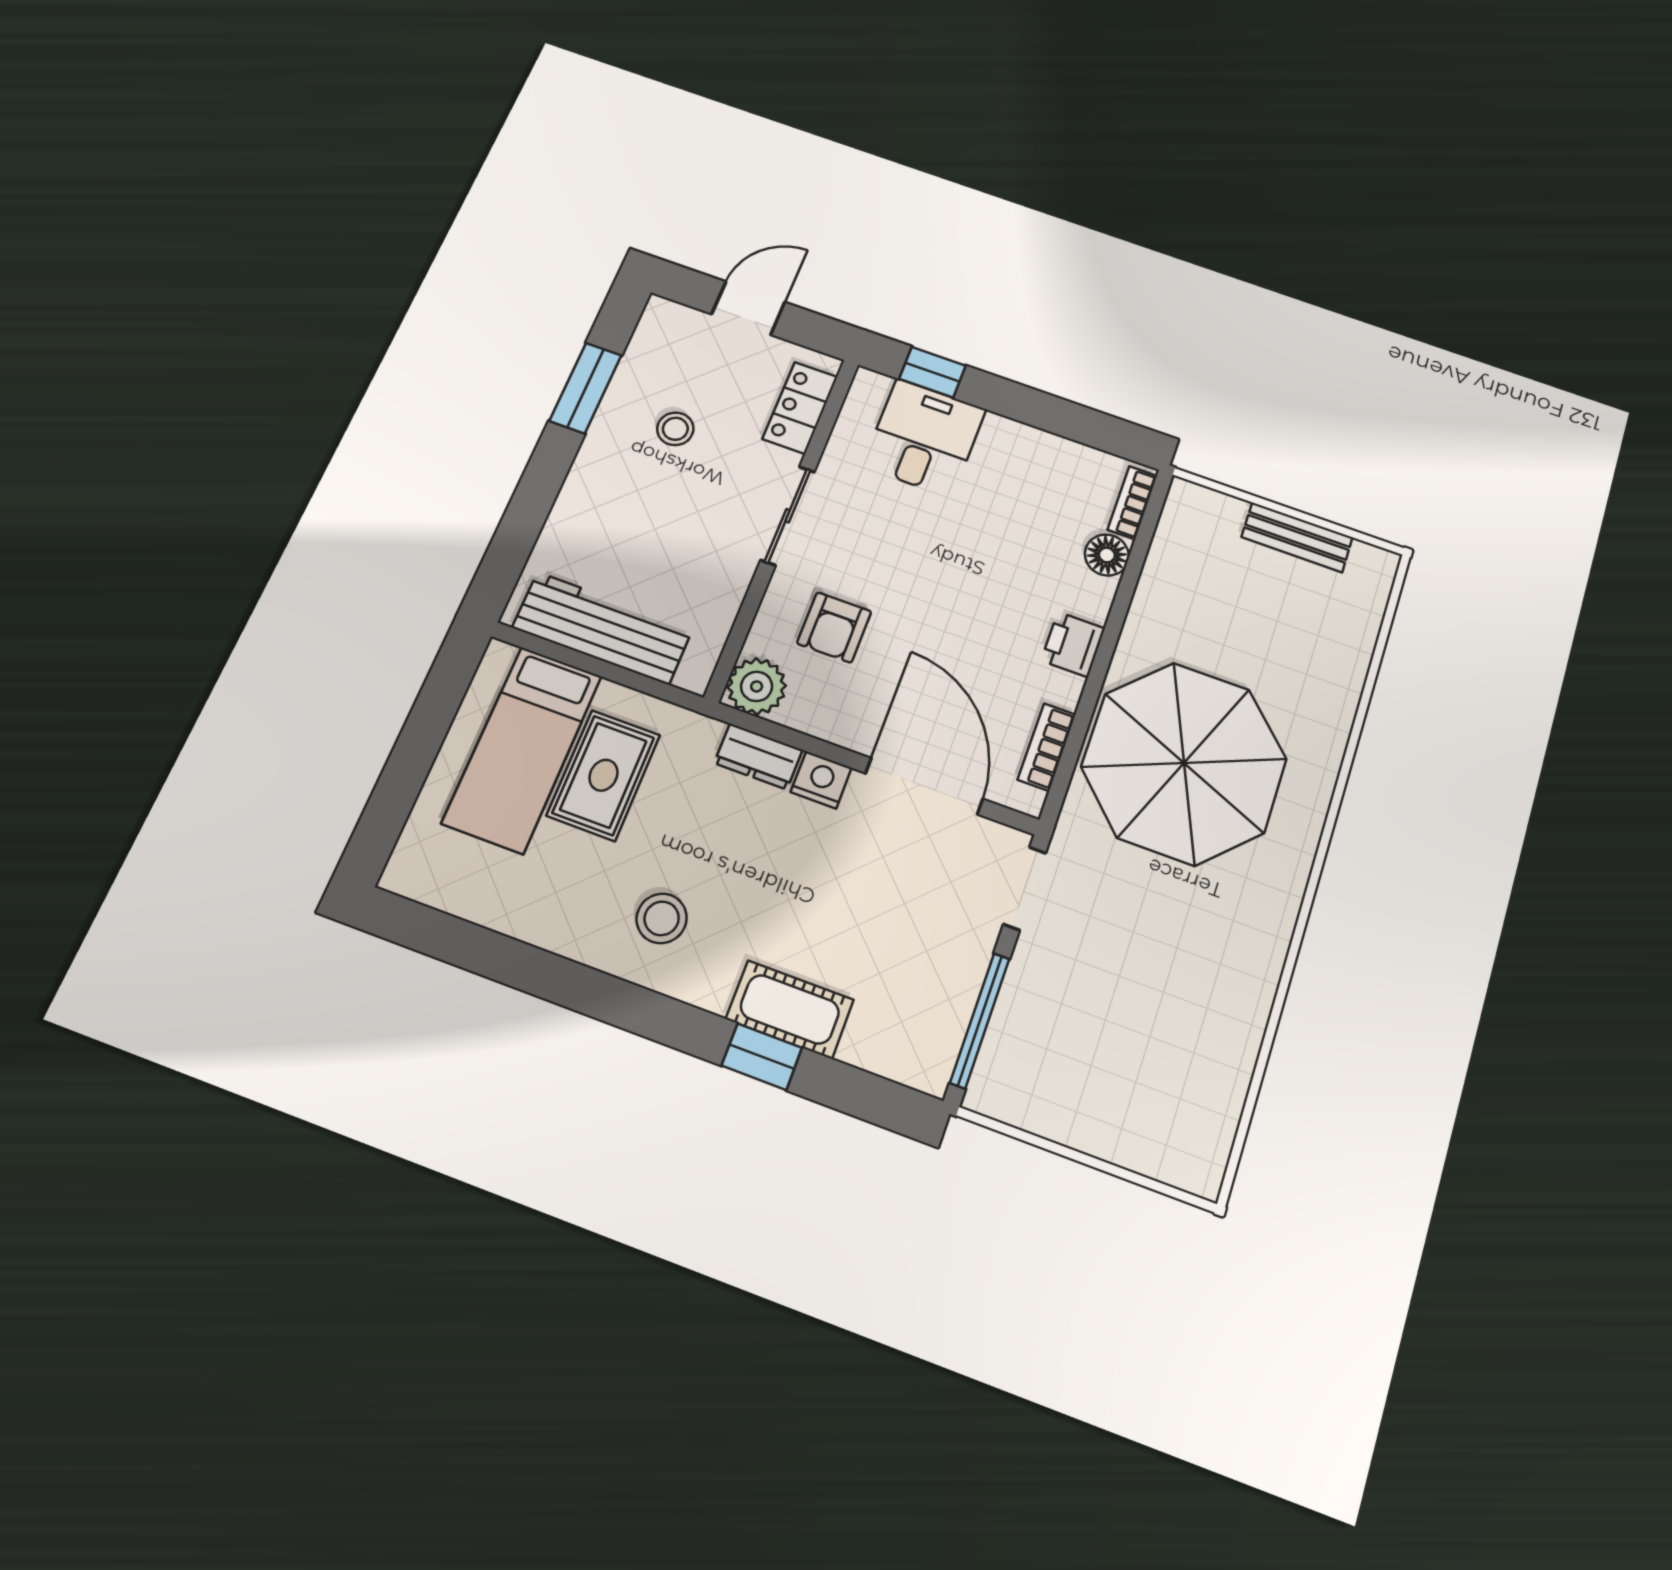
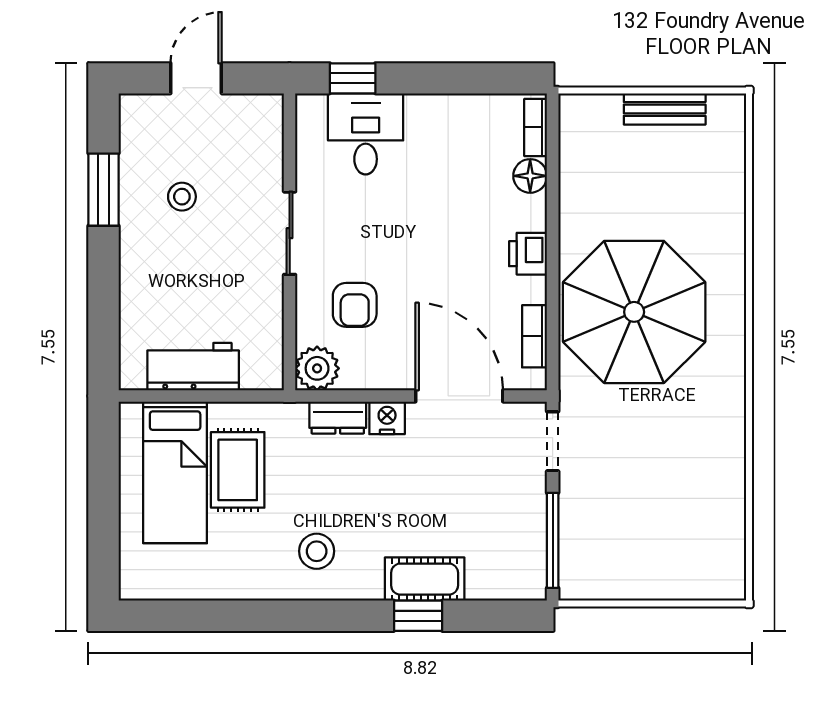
locker: (800, 408) -> (266, 145), removed
workbench: (603, 628) -> (193, 367), width x0.73

